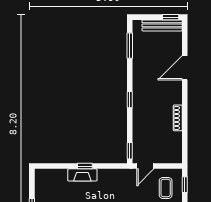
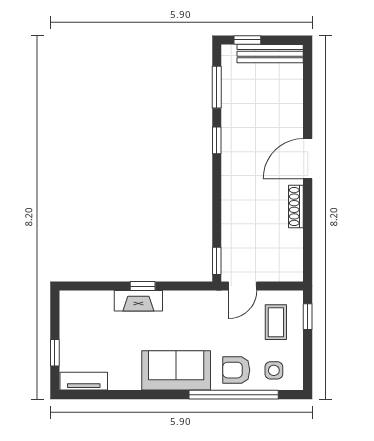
window: (171, 17) -> (247, 40), moved
door: (185, 68) -> (308, 159), moved
window: (130, 100) -> (217, 140), moved

